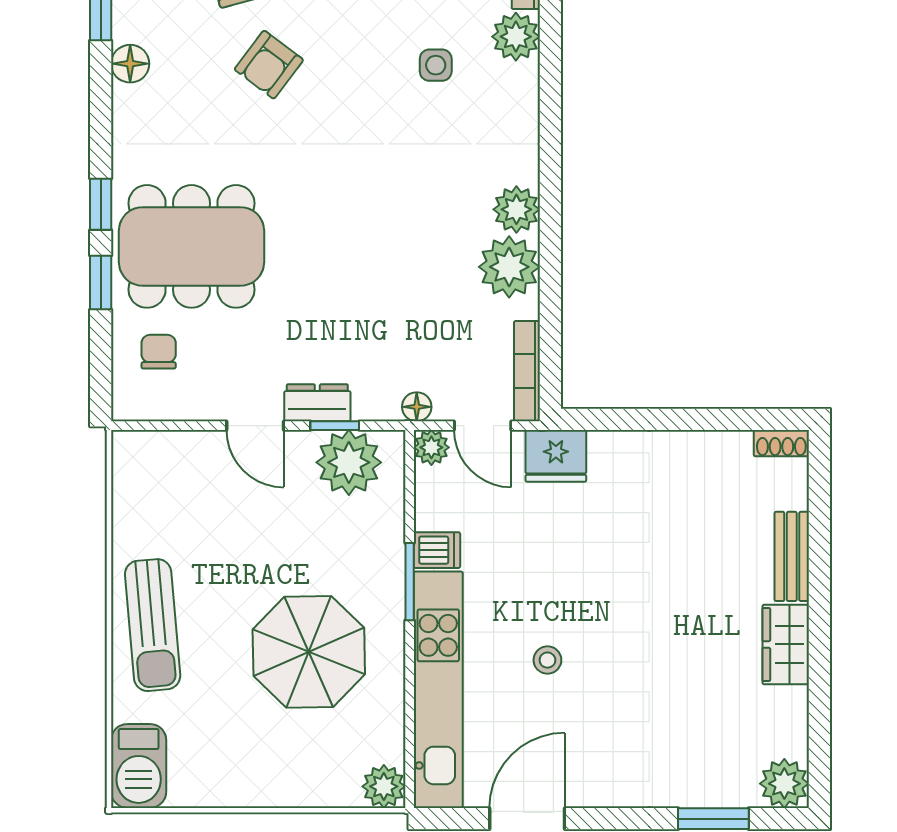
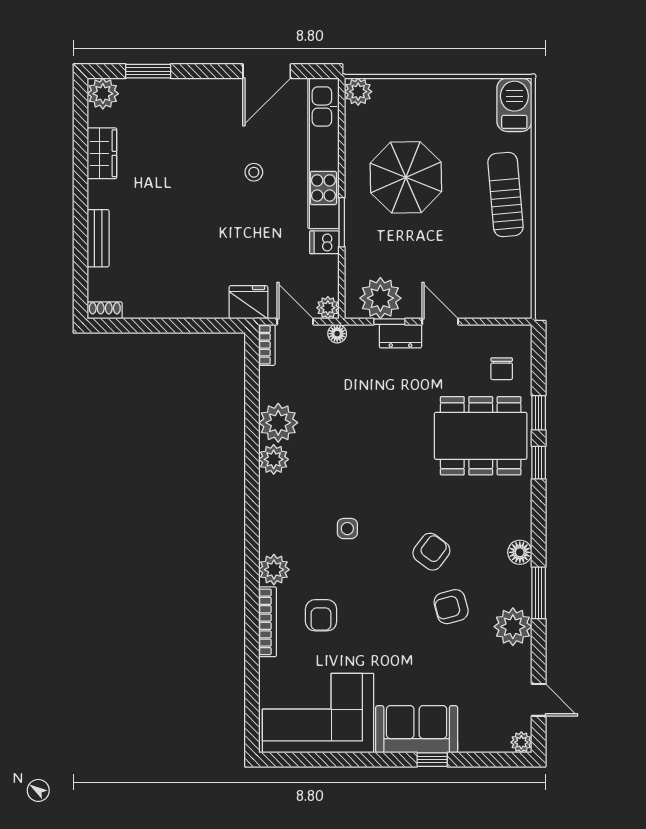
side table: (436, 65) -> (347, 529), moved
bookcase: (527, 371) -> (267, 345), width x0.64
wardrobe: (786, 644) -> (102, 153), moved

